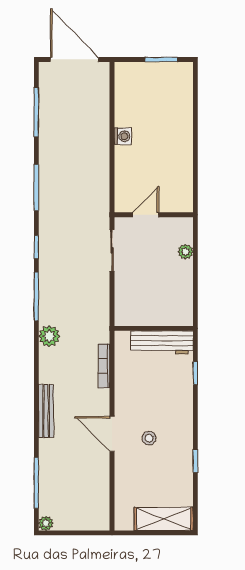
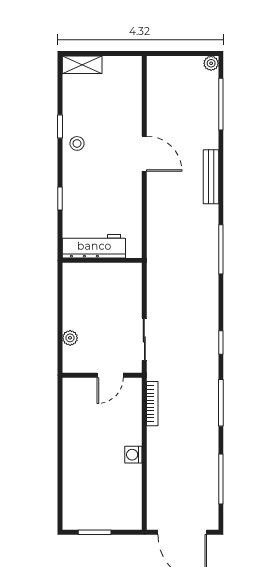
window: (36, 296) -> (221, 249), moved
plant: (49, 336) -> (208, 252), removed
bookcase: (104, 366) -> (152, 404), moved
window: (195, 373) -> (60, 198), moved
stool: (149, 438) -> (77, 143), moved
shelving: (164, 519) -> (82, 65), width x0.67, depth x0.75

